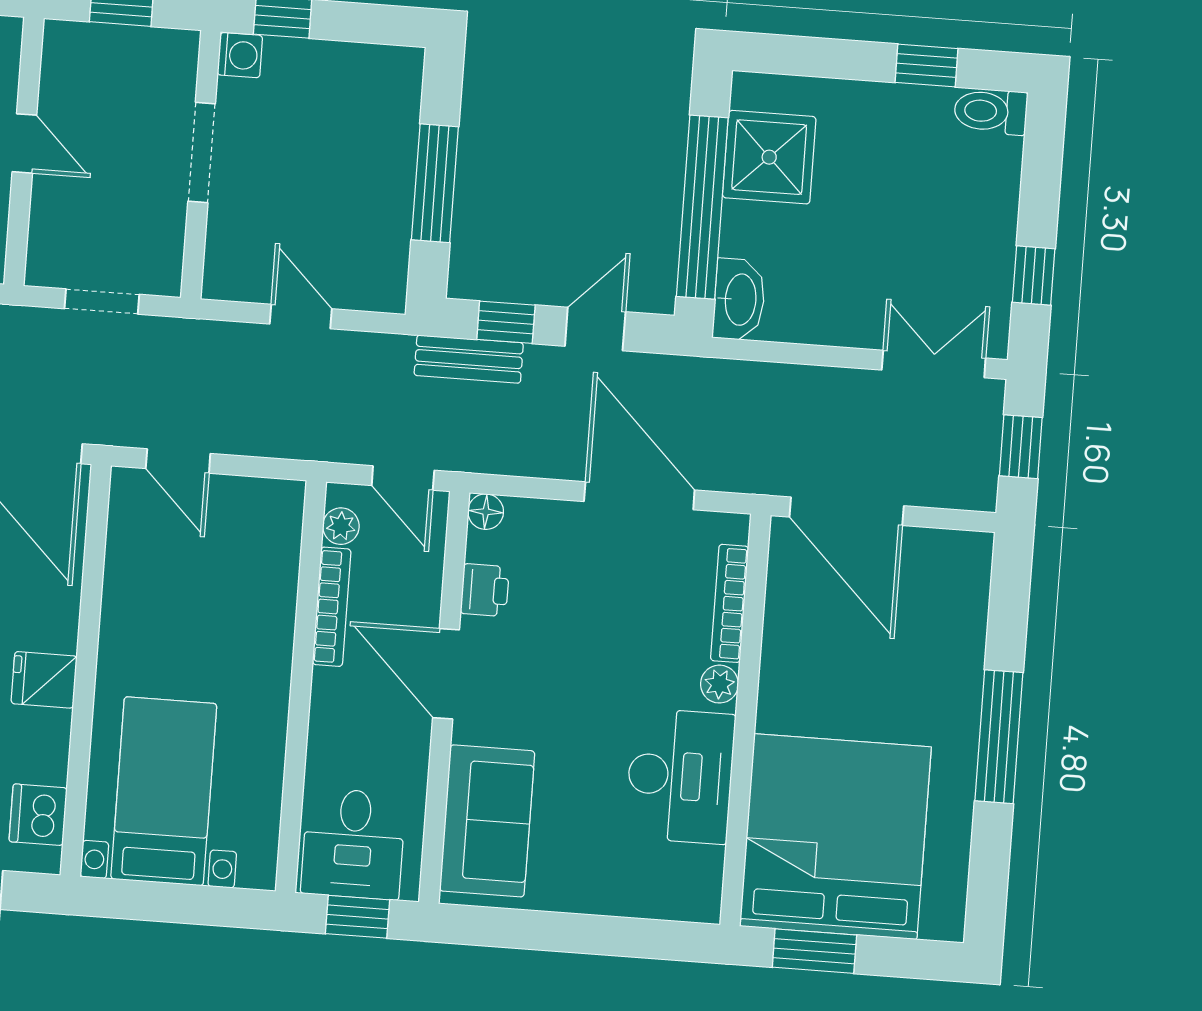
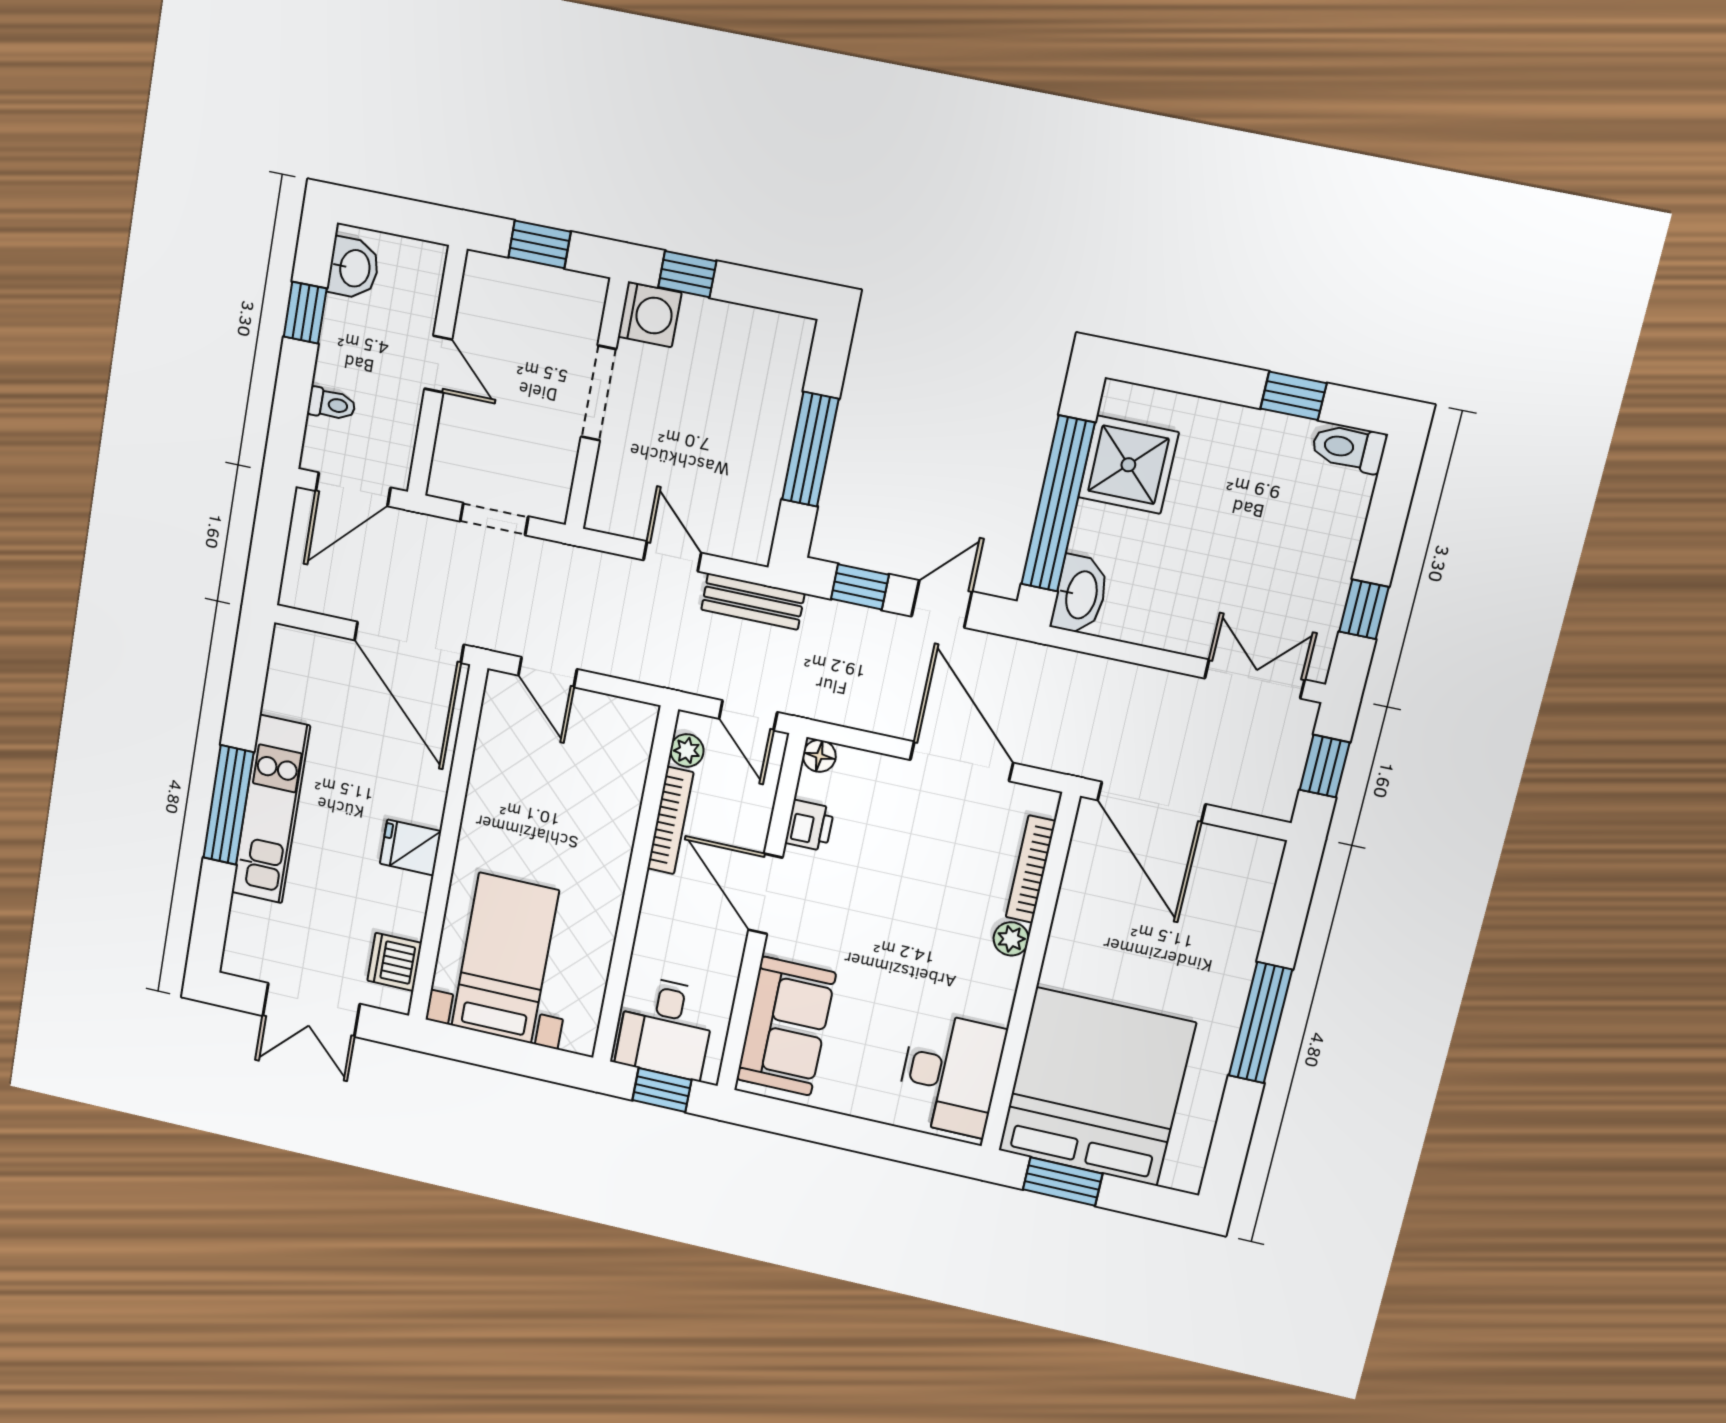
washing machine: (240, 55) -> (650, 315), width x1.38, depth x1.38
bench: (469, 359) -> (753, 602), moved
desk: (680, 776) -> (950, 1074), moved

